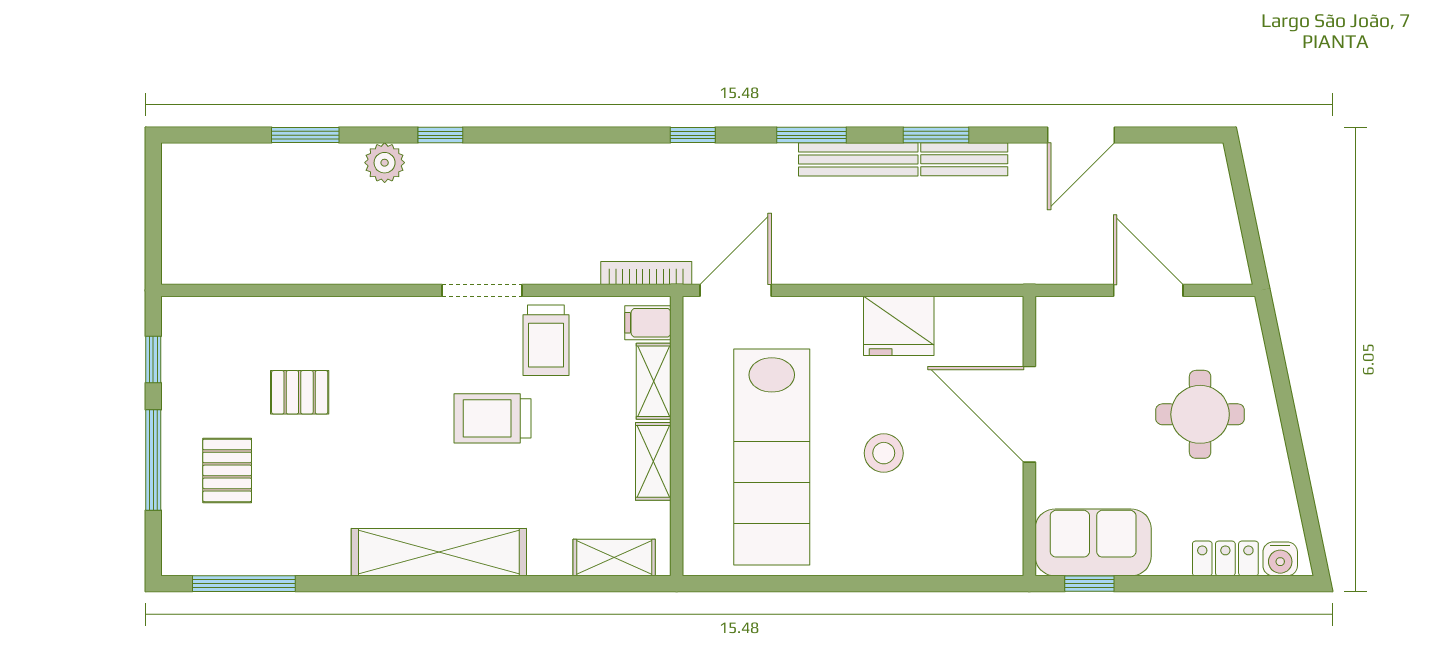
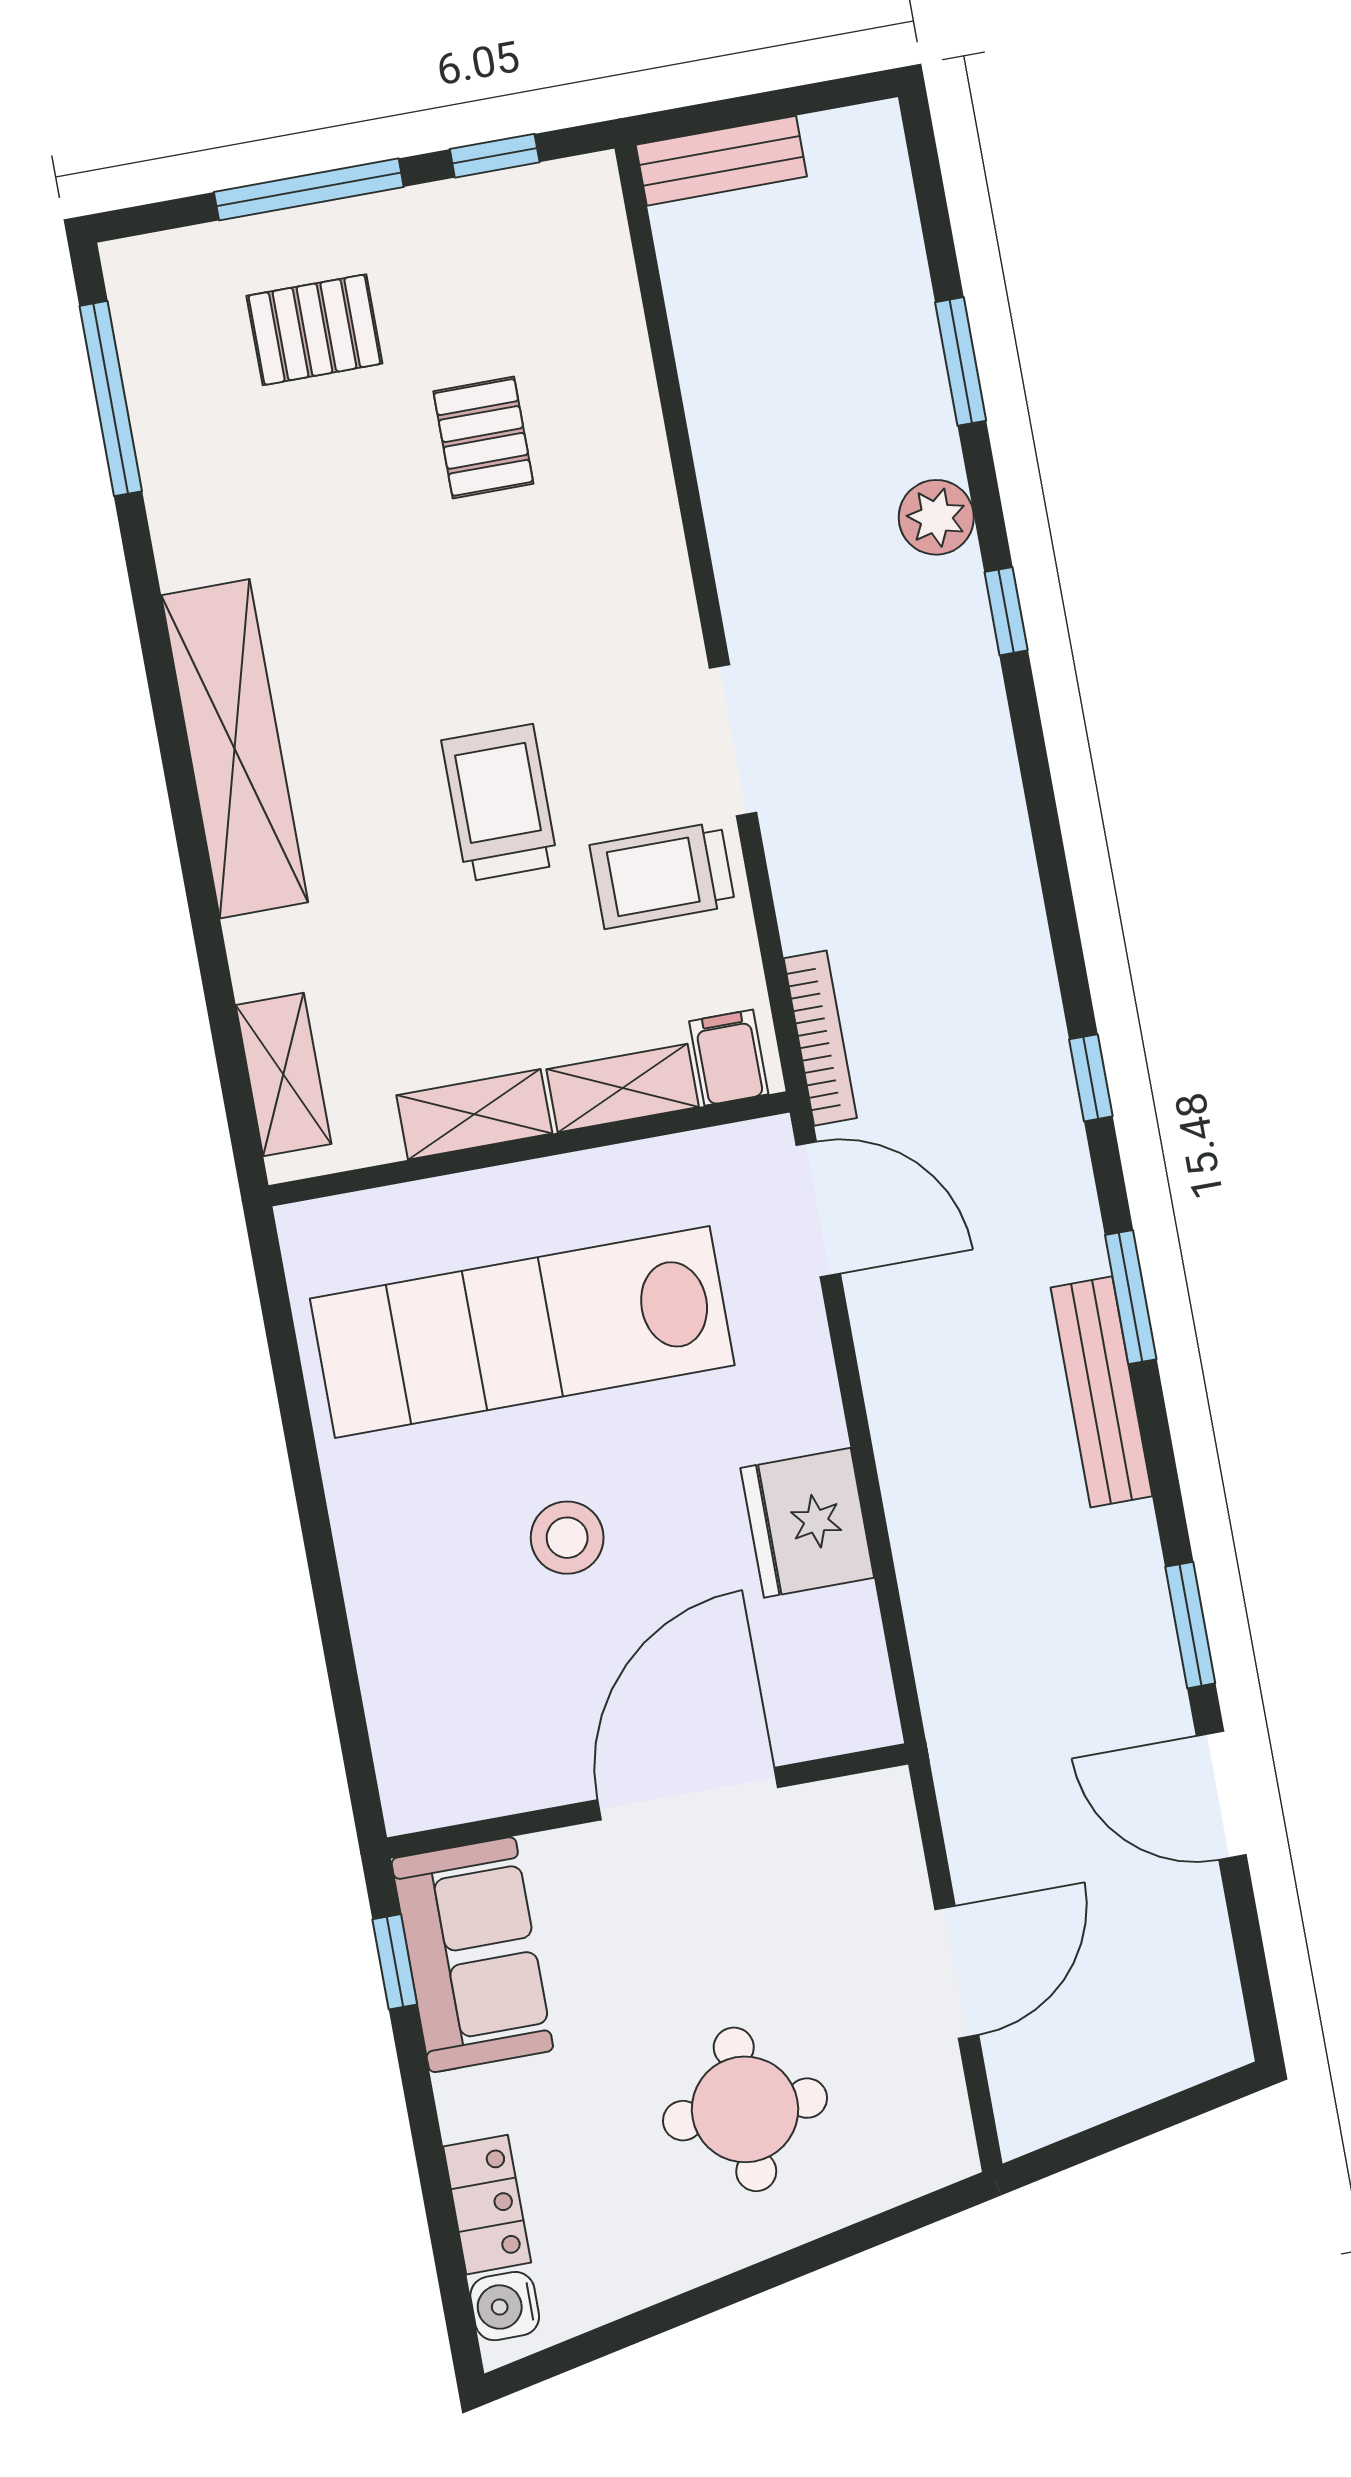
window: (936, 135) -> (1190, 1625), moved
bench: (964, 159) -> (721, 161), moved, turned 90

